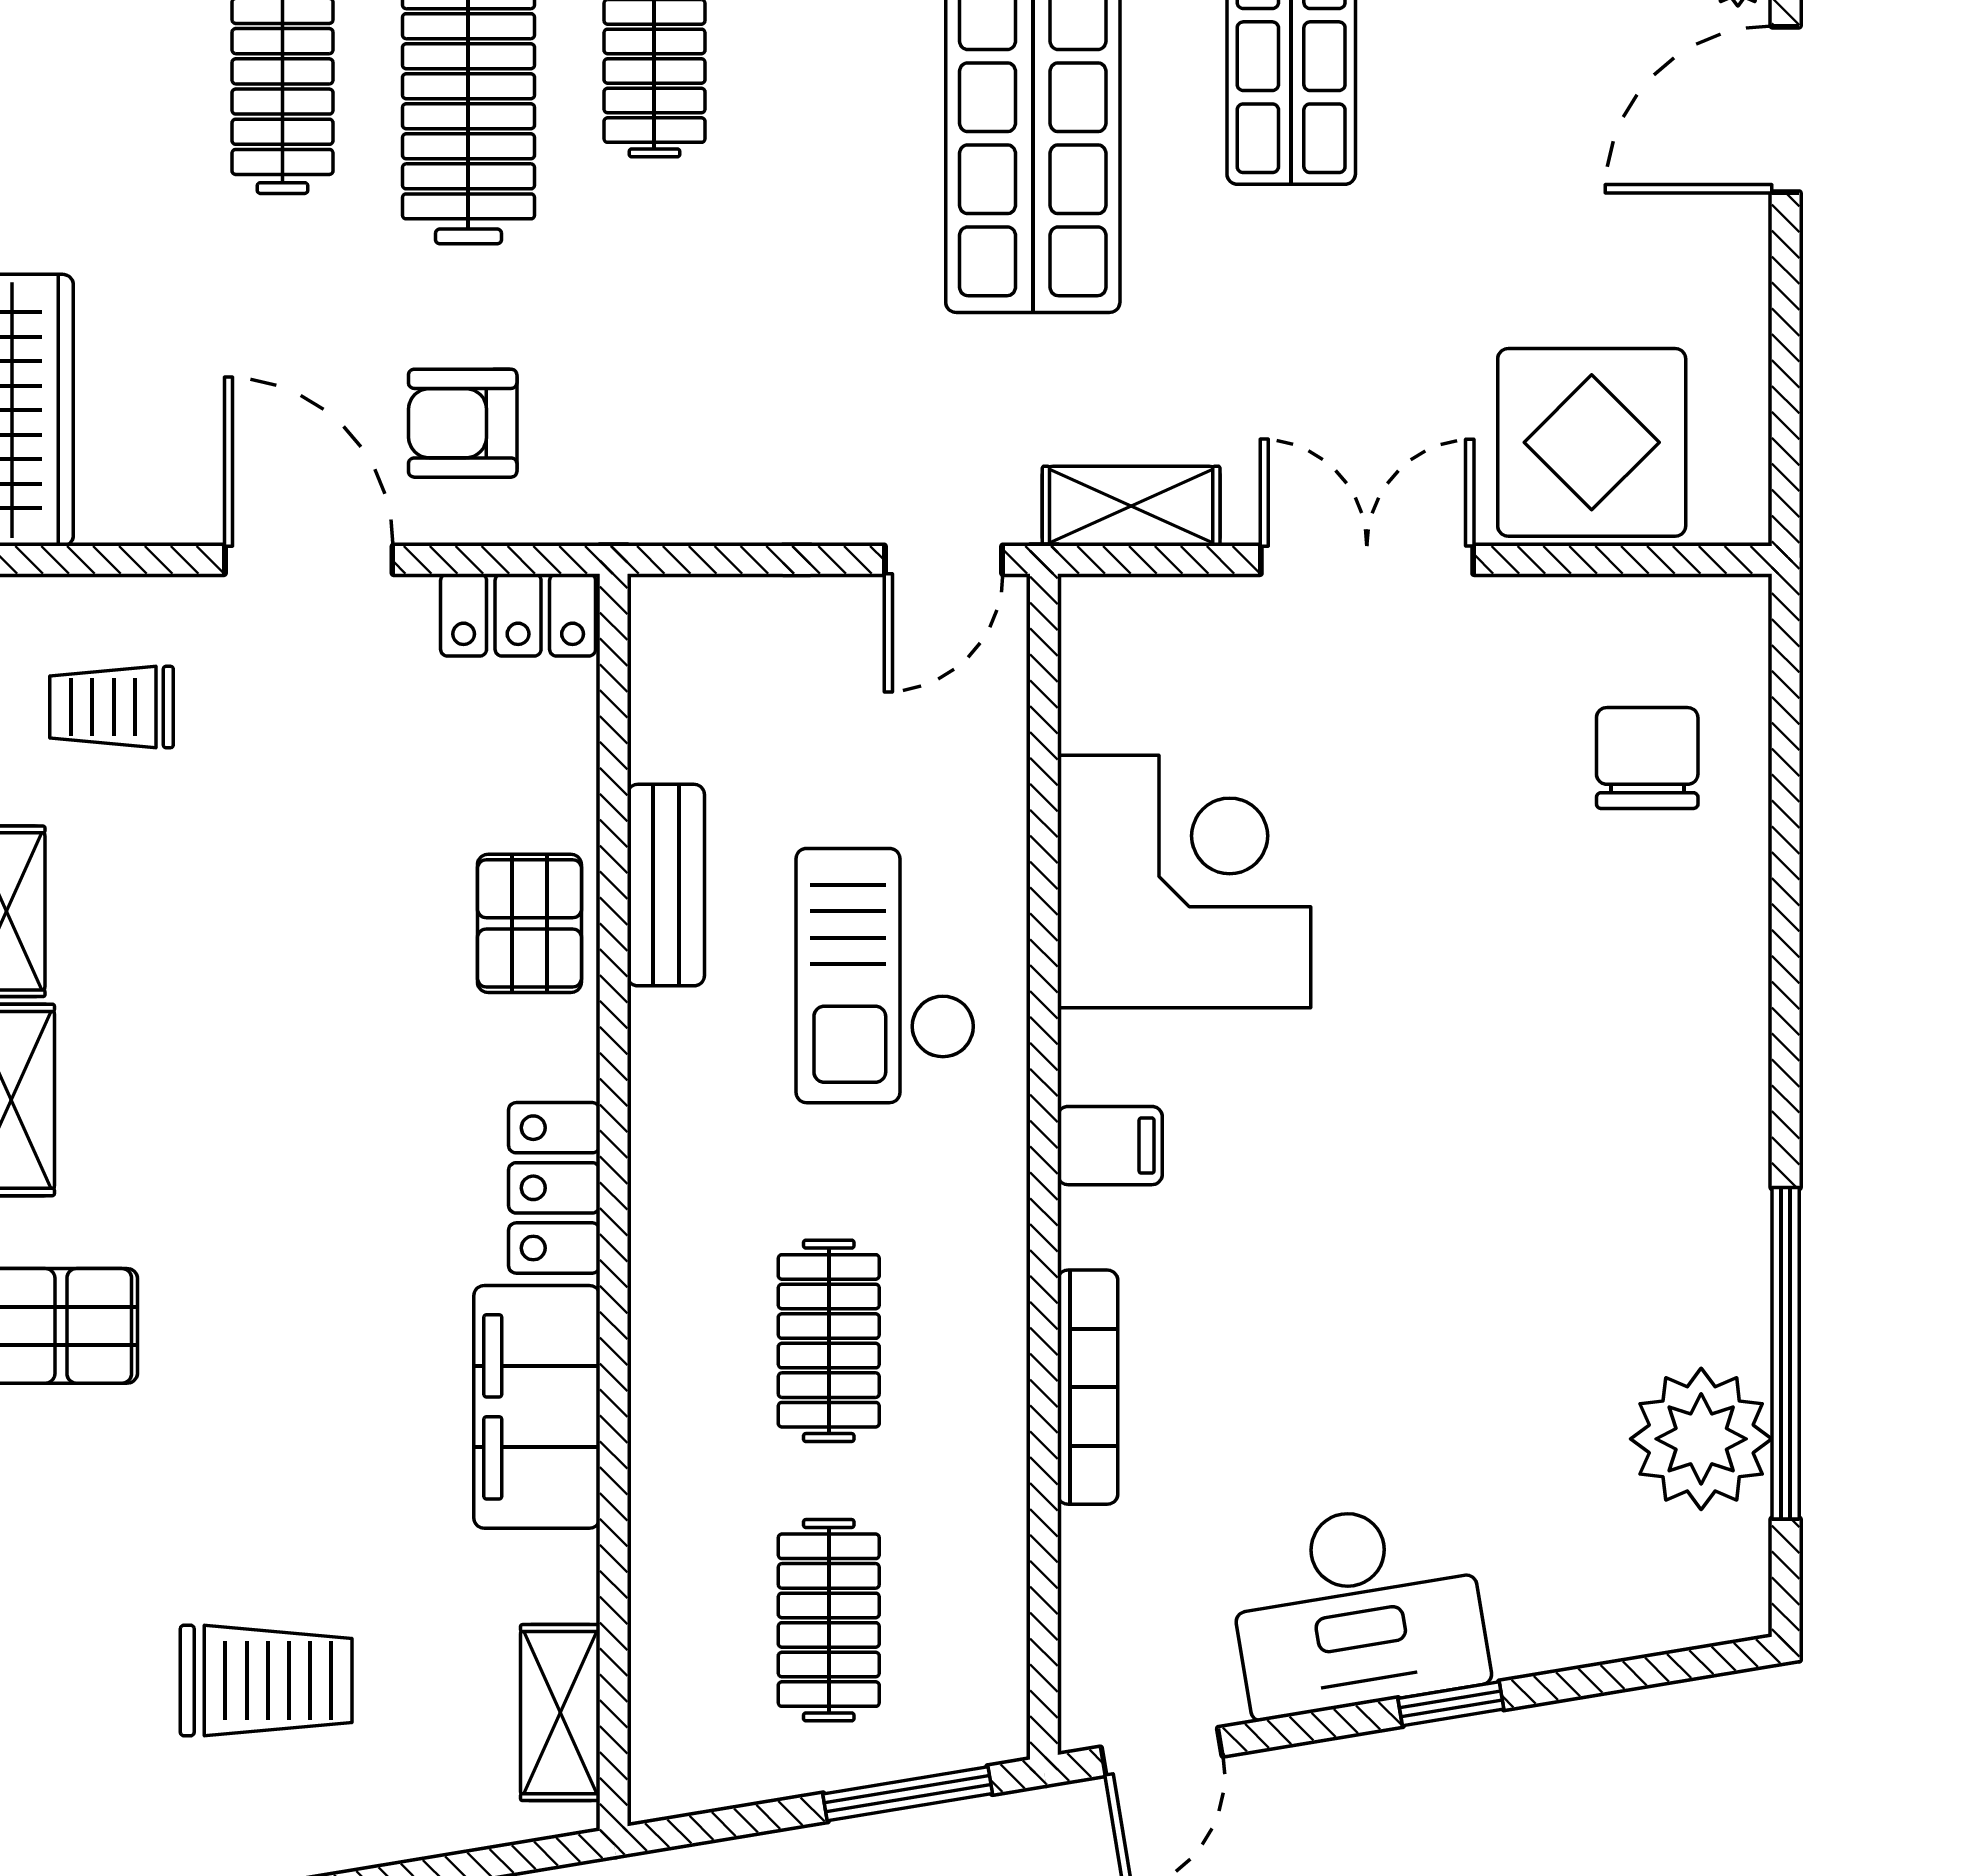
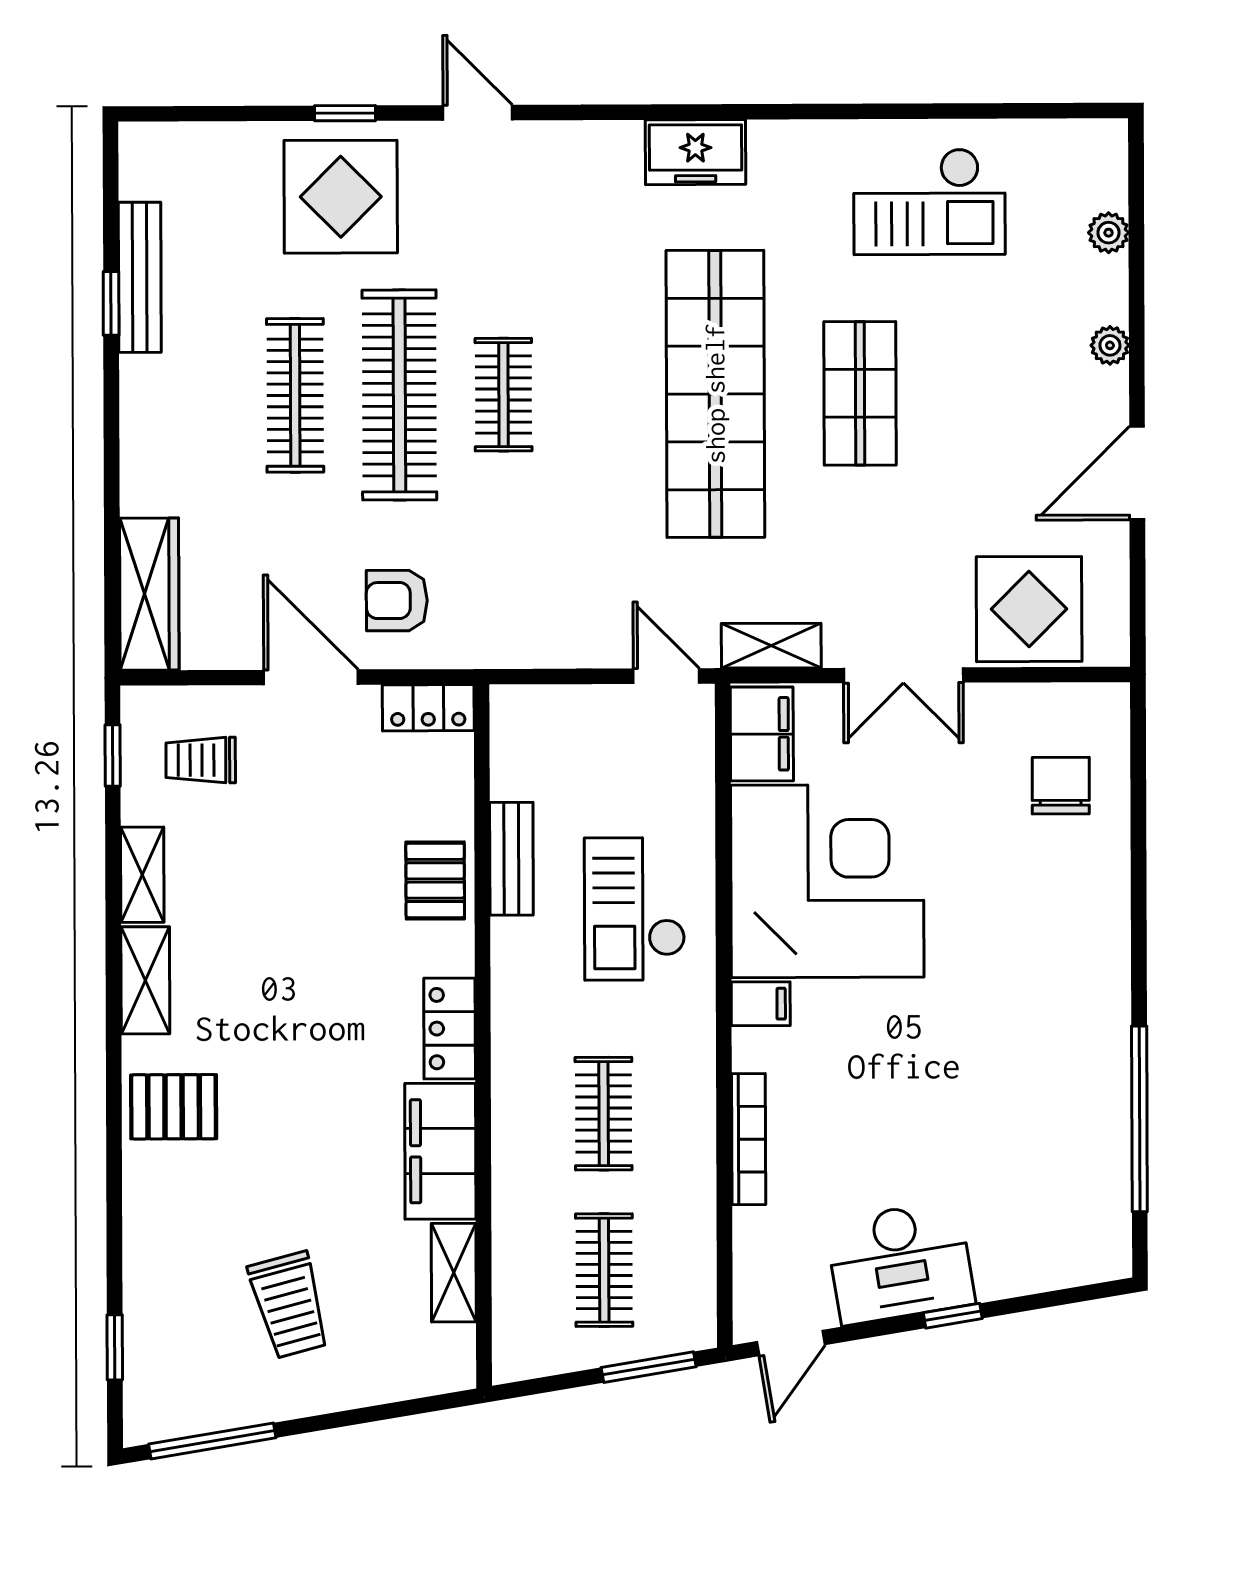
door: (1786, 109) -> (1137, 473), moved
door: (943, 560) -> (666, 676), swing flipped
double door: (1367, 560) -> (903, 675), swing flipped
filing cabinet: (1114, 664) -> (762, 734), added
corner desk: (1184, 881) -> (827, 881), width x1.36, depth x1.36
plant: (1701, 1439) -> (1092, 1167), removed
trolley: (266, 1680) -> (289, 1305), turned 75
shelving: (560, 1713) -> (454, 1273), moved

